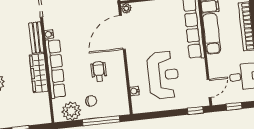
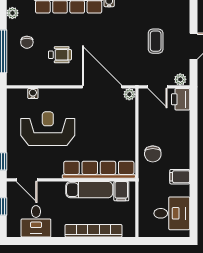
reception desk: (163, 75) -> (48, 129), turned 180
plant: (71, 111) -> (12, 13), width x0.53, depth x0.53

